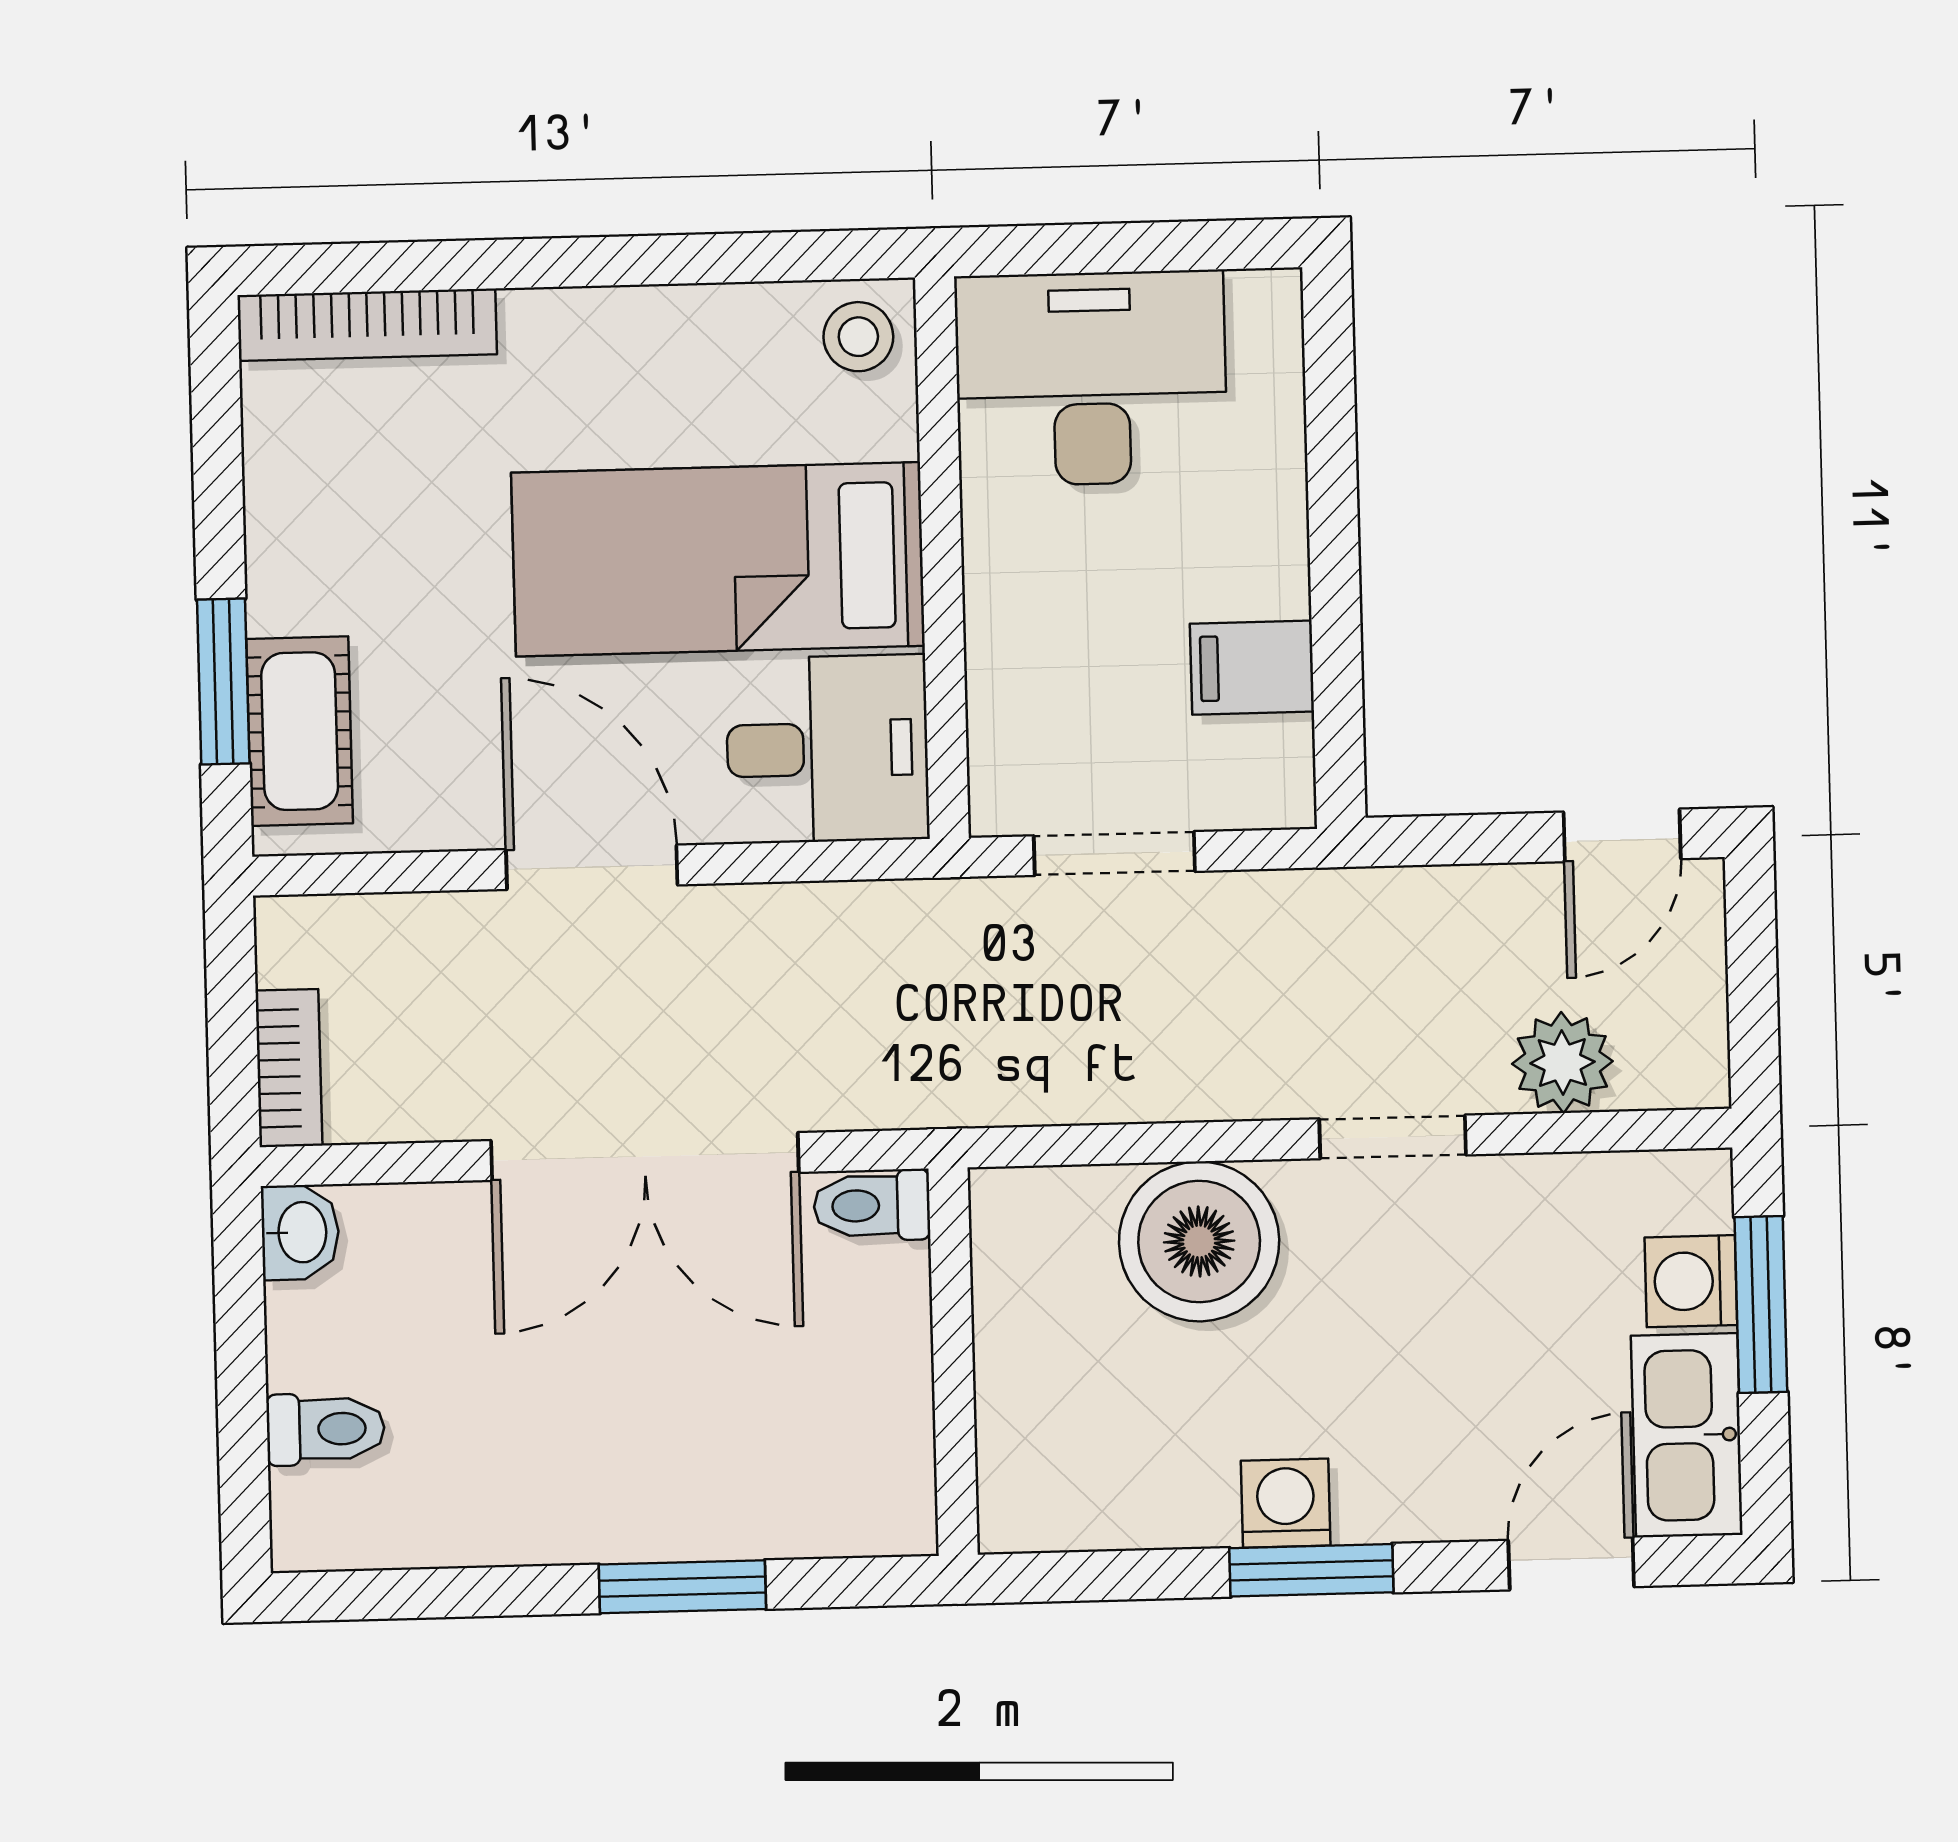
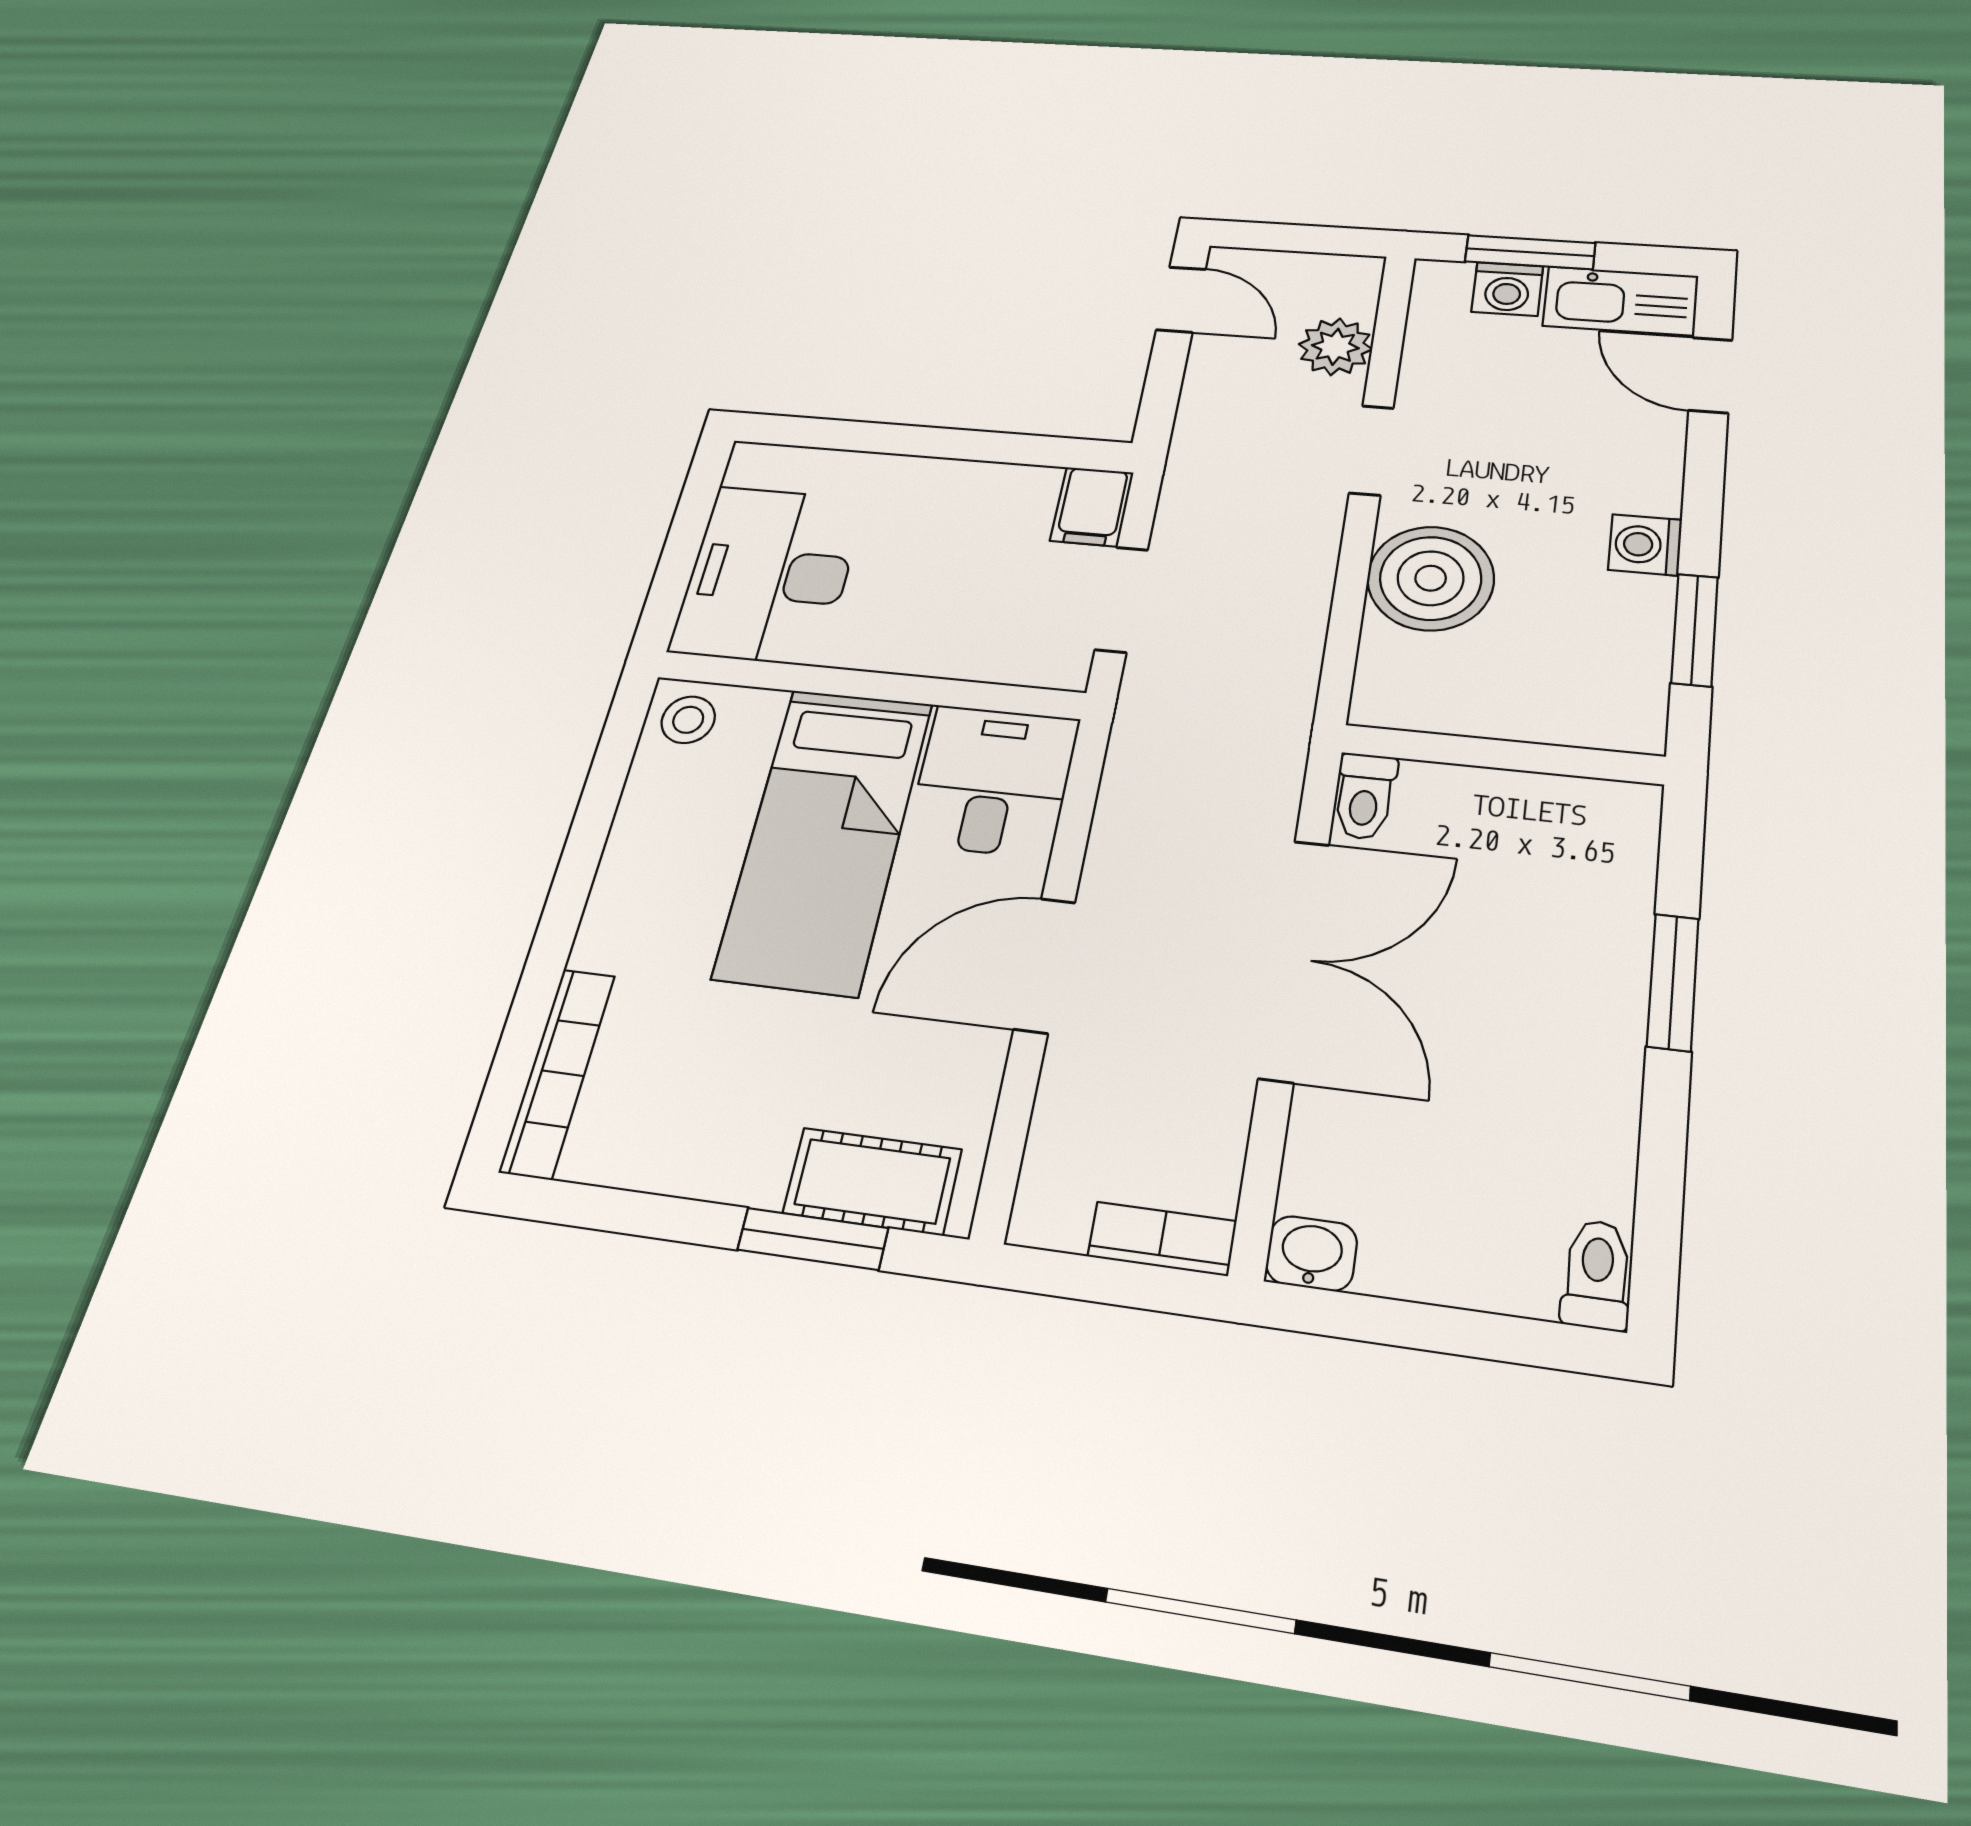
filing cabinet: (1252, 668) -> (1092, 506), moved
toilet: (326, 1429) -> (1597, 1274), moved
window: (1311, 1570) -> (1695, 630), moved

